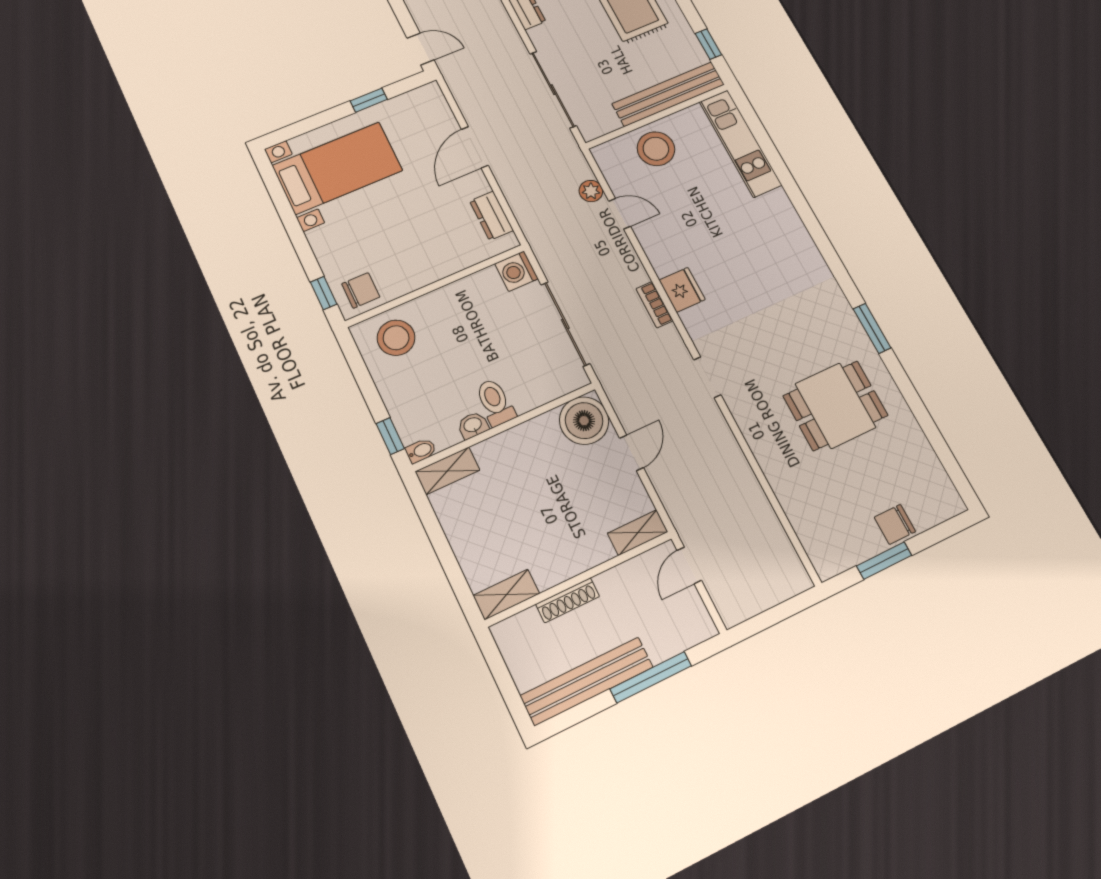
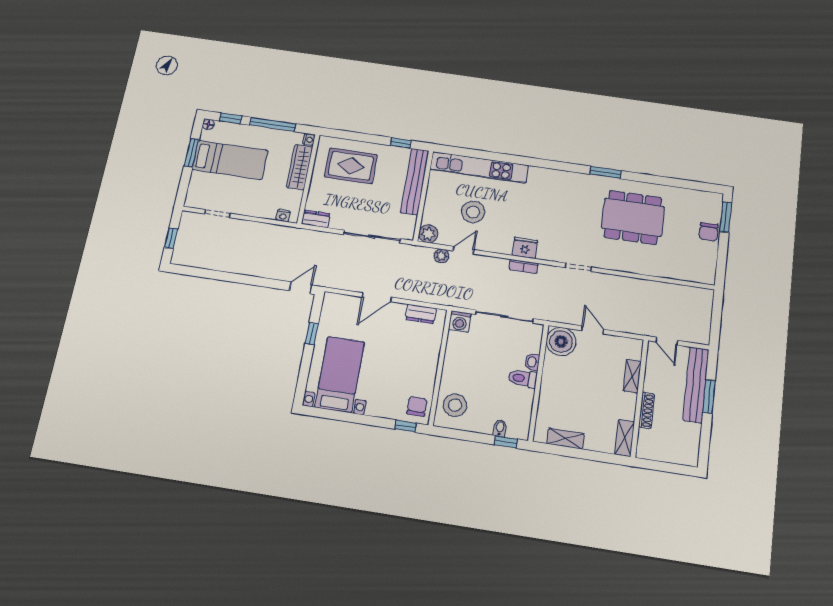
kitchen unit: (740, 143) -> (479, 167), width x1.36
door: (475, 147) -> (377, 297), hinge flipped
stool: (656, 149) -> (473, 212), moved
plant: (609, 156) -> (428, 234), added
dining table: (835, 406) -> (633, 217), width x1.38
washbasin: (473, 425) -> (532, 362), moved
bidet: (421, 451) -> (500, 428), moved
shelving: (447, 471) -> (565, 439), moved, turned 90
shelving: (638, 533) -> (632, 376), moved
window: (884, 561) -> (726, 217), moved
window: (651, 677) -> (709, 396), width x0.69
bench: (587, 681) -> (696, 385), moved

